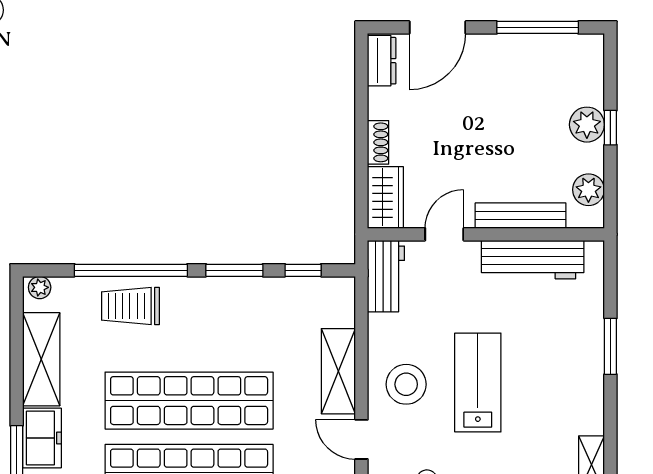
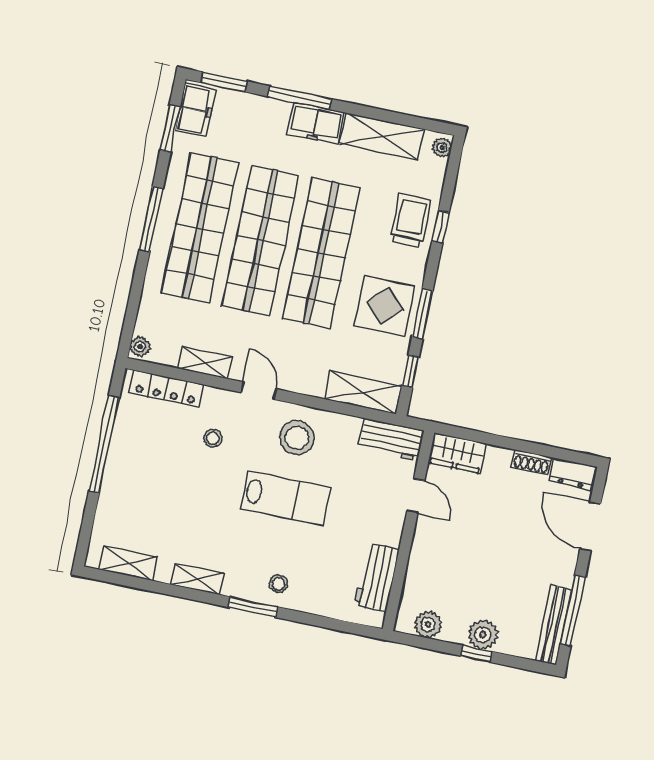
shoe rack: (378, 142) -> (531, 462), moved
bench: (521, 216) -> (553, 625), moved
workbench: (533, 260) -> (377, 577), width x0.73
window: (131, 270) -> (441, 227), width x0.32
display table: (234, 315) -> (385, 306), added
window: (610, 346) -> (253, 607), moved
stool: (578, 370) -> (278, 584), added
shelving: (338, 371) -> (363, 392), moved
door: (361, 439) -> (259, 391), hinge flipped

